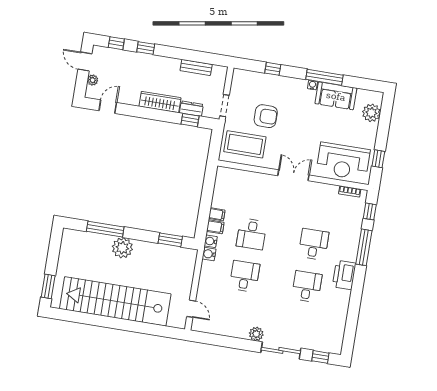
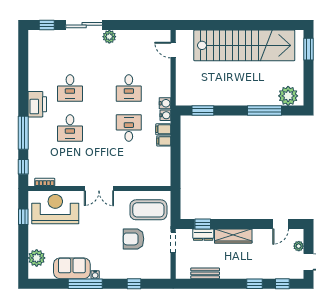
plant: (122, 248) -> (288, 96), moved

